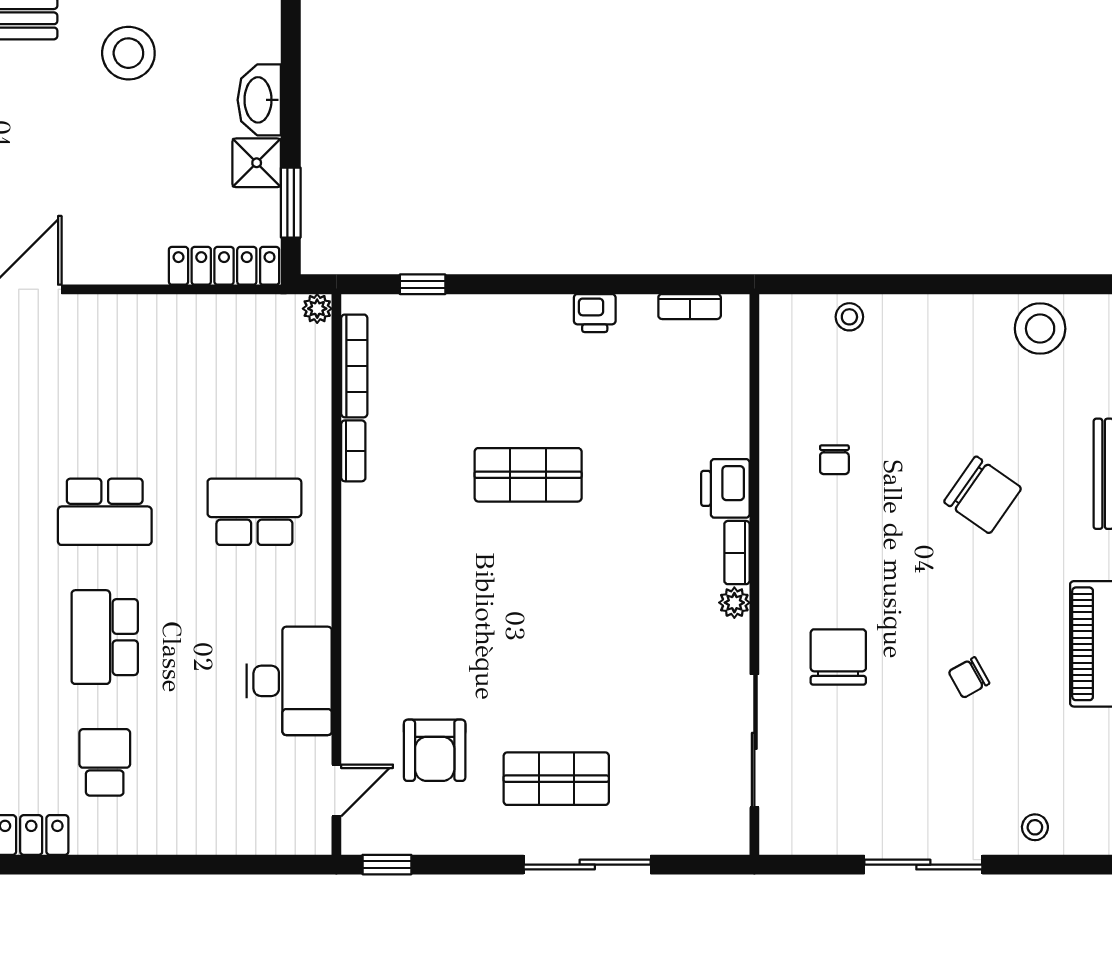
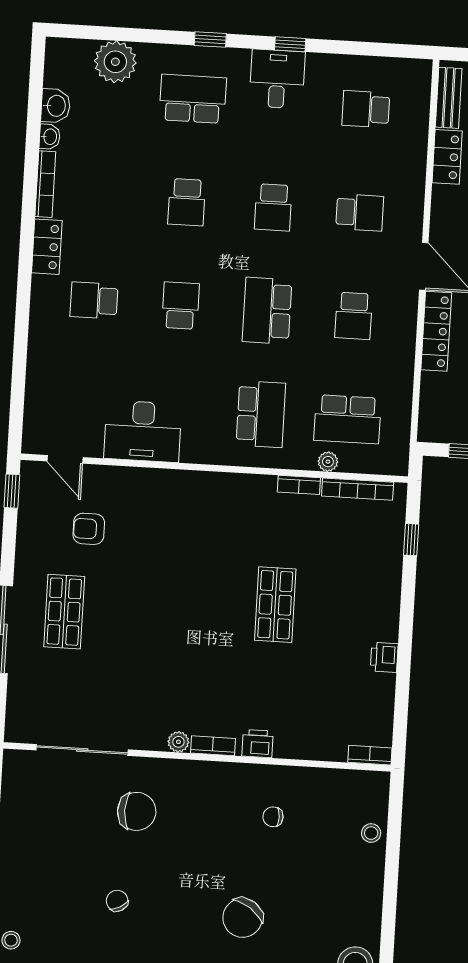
locker: (224, 266) -> (436, 331), moved
bookcase: (690, 307) -> (370, 755), moved, turned 90
plant: (317, 309) -> (328, 462), moved
school desk: (105, 386) -> (354, 316), added
school desk: (254, 386) -> (347, 419), added
printer: (725, 488) -> (258, 744), width x0.73, depth x0.81
school desk: (105, 637) -> (181, 306), width x0.54
armchair: (435, 750) -> (89, 529), width x0.72, depth x0.72
school desk: (105, 762) -> (94, 300), turned 180

